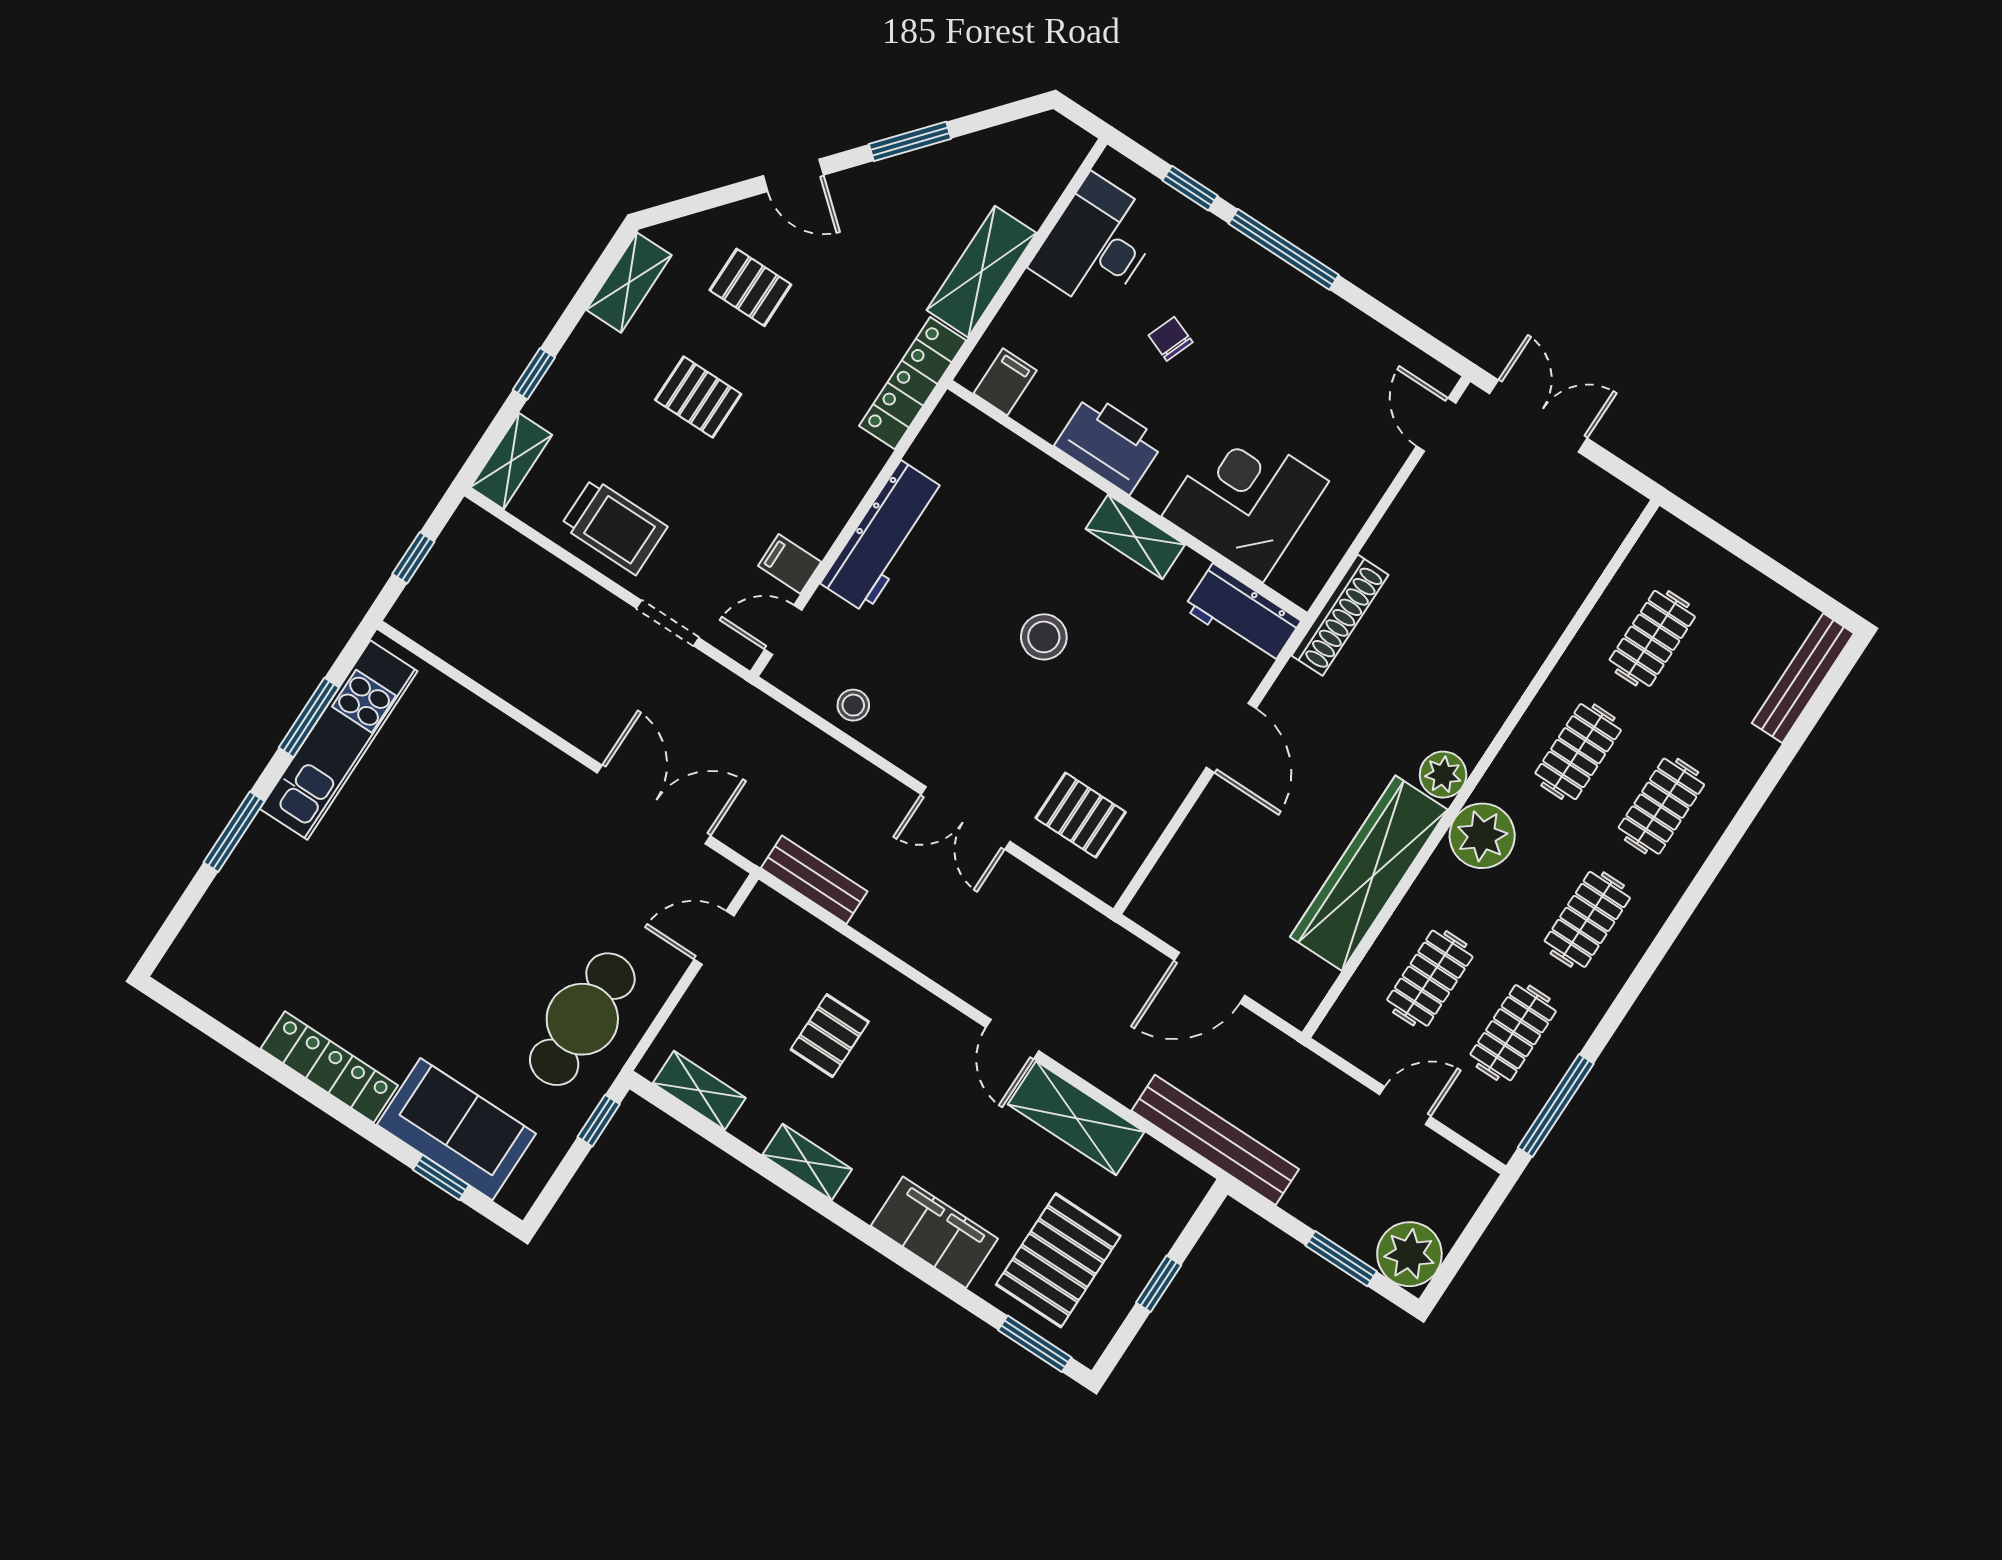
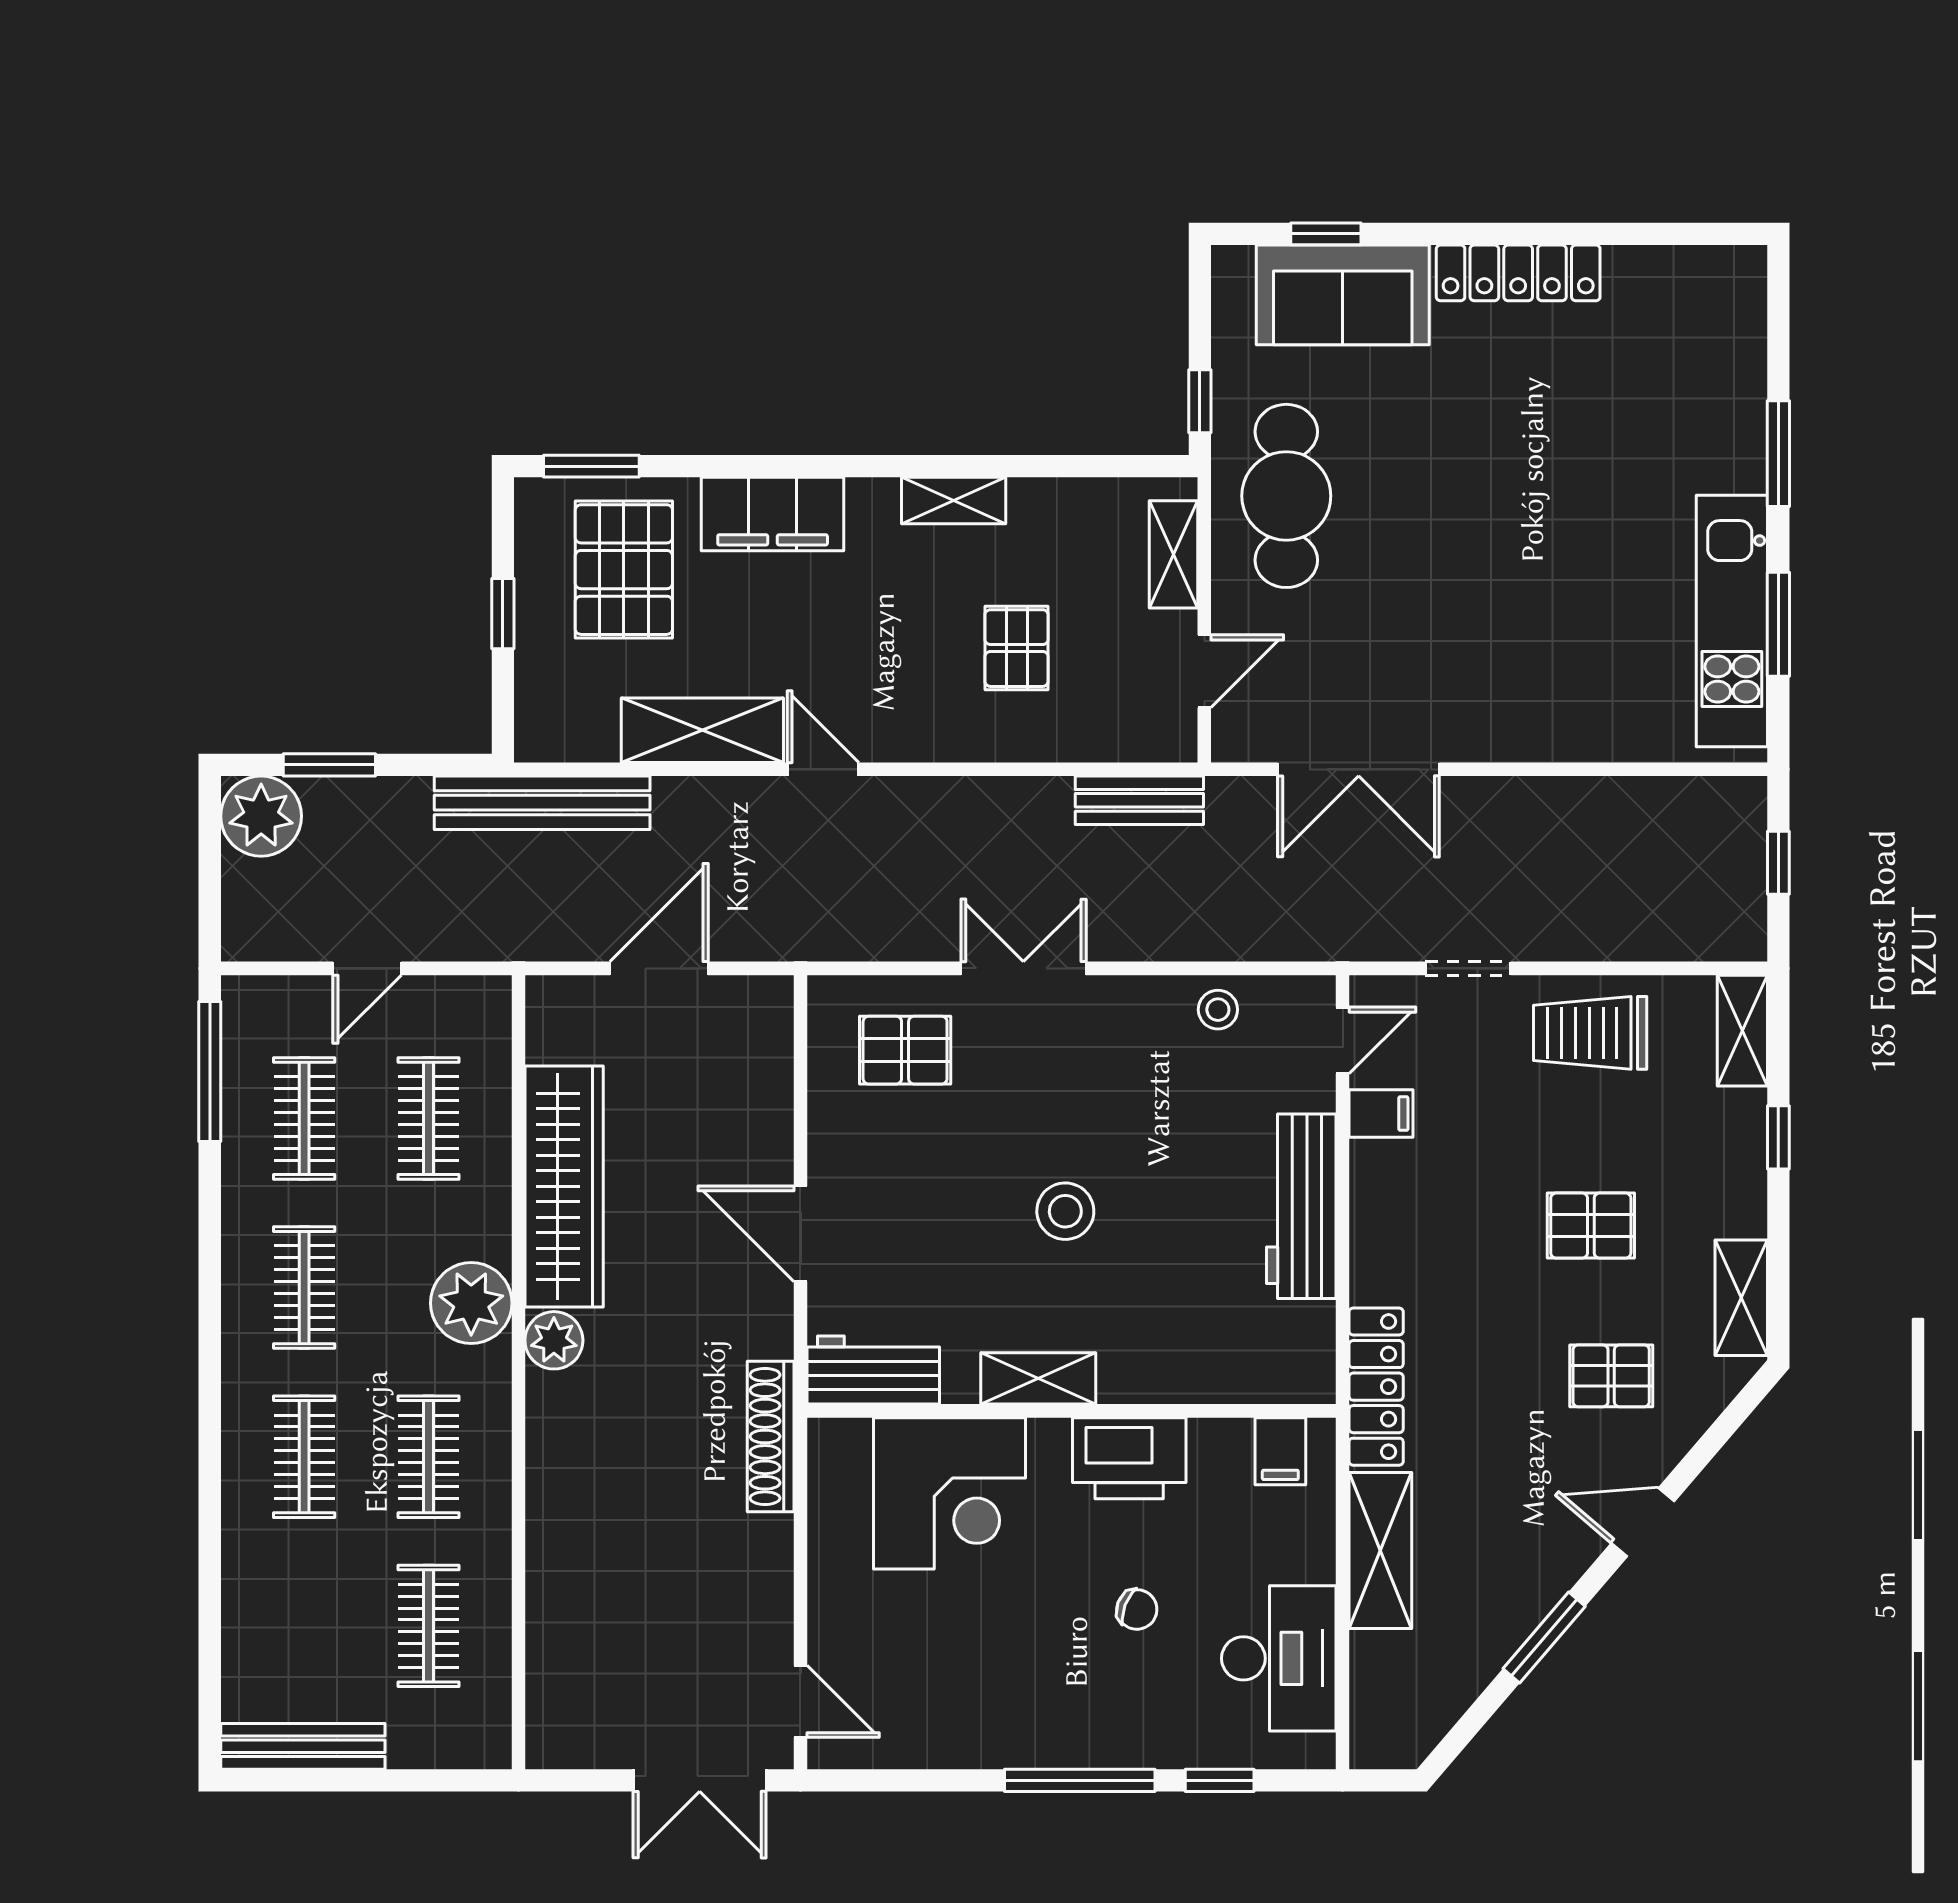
bench: (1803, 678) -> (303, 1746), moved, turned 90
shelving: (699, 1090) -> (1173, 554), moved, turned 90

